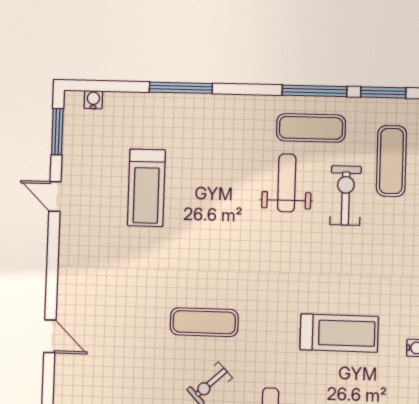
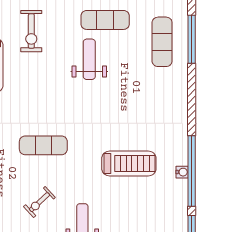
exercise bike: (346, 196) -> (31, 31), moved, turned 180
exercise mat: (204, 322) -> (43, 145), moved

